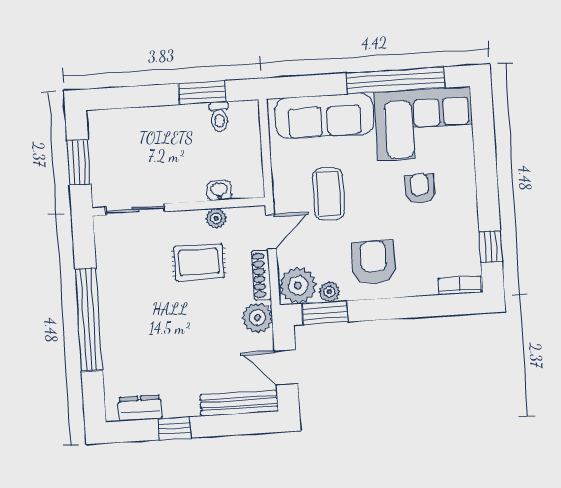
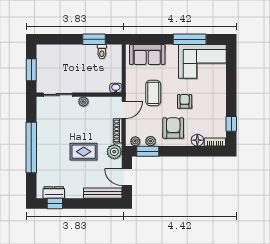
window: (396, 80) -> (190, 39), width x0.68
sofa: (324, 116) -> (147, 55), width x0.73
armchair: (420, 189) -> (185, 101), moved
washbasin: (219, 190) -> (116, 88), moved
plant: (216, 218) -> (83, 102), moved
rug: (199, 262) -> (84, 152), moved
floor lamp: (424, 284) -> (197, 140), added
plant: (298, 285) -> (135, 141), width x0.53, depth x0.53
window: (175, 428) -> (55, 204), moved

